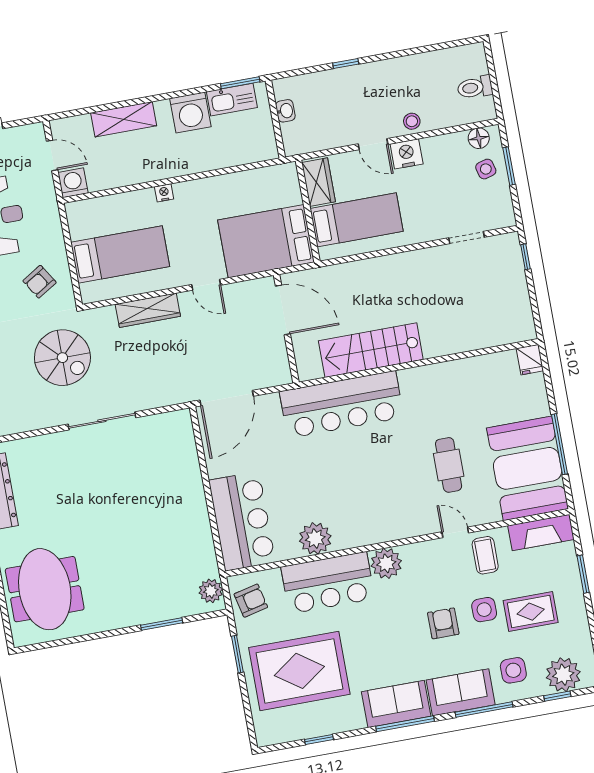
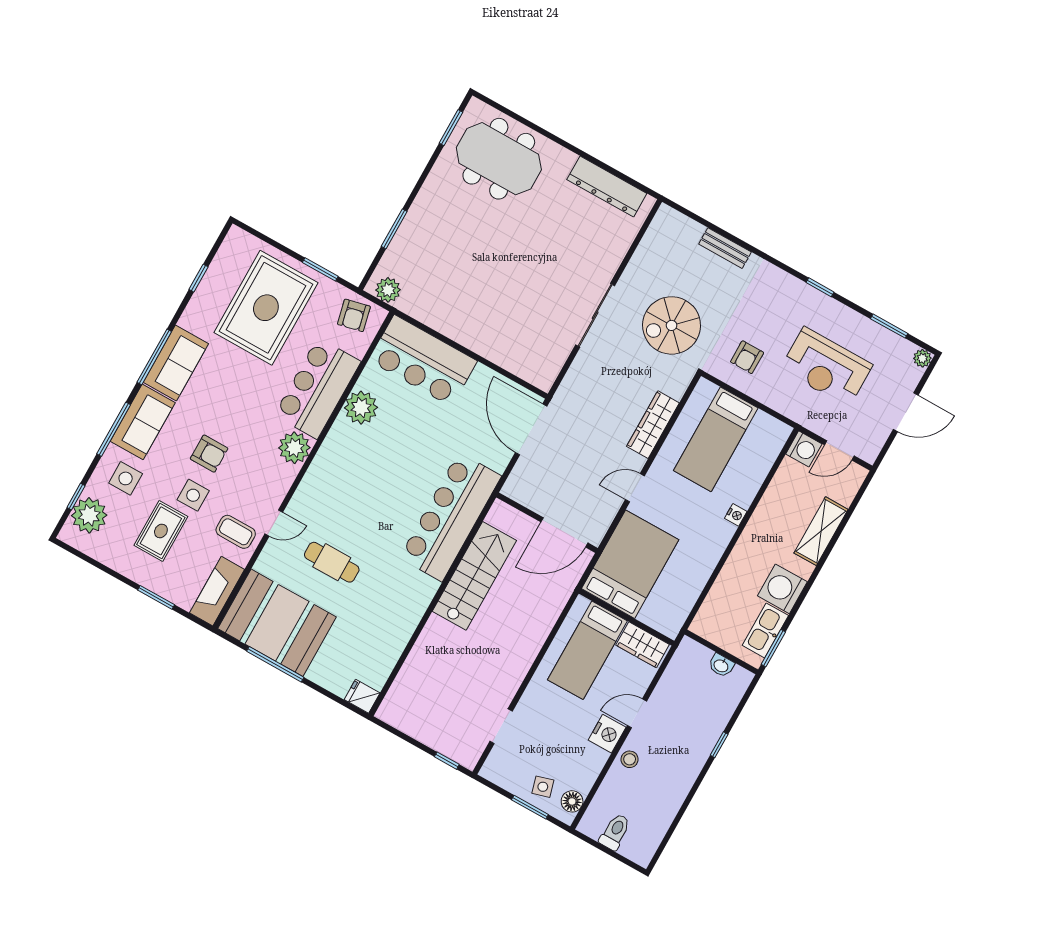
armchair: (40, 282) -> (747, 357), turned -148
window: (51, 644) -> (451, 128), added

